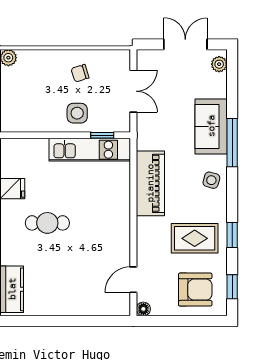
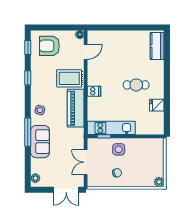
double door: (185, 44) -> (66, 190), moved
dishwasher: (119, 212) -> (94, 91), added
rug: (195, 238) -> (69, 78), moved

